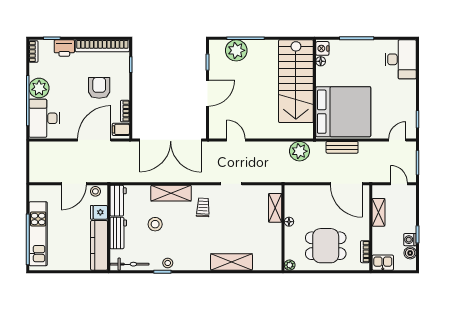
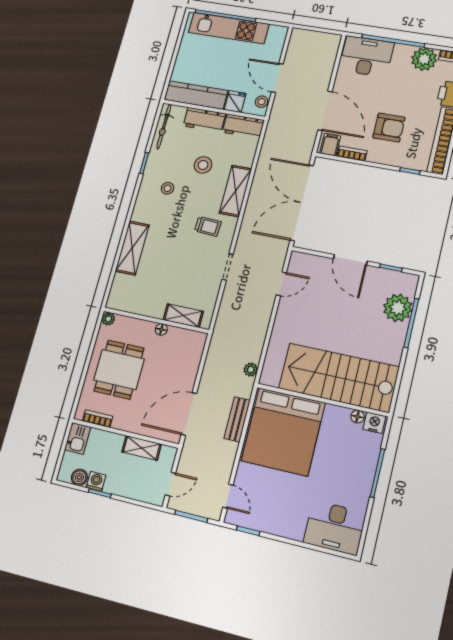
plant: (39, 88) -> (424, 59), moved
plant: (300, 151) -> (251, 370), width x0.53, depth x0.53
stool: (168, 263) -> (168, 188), moved

